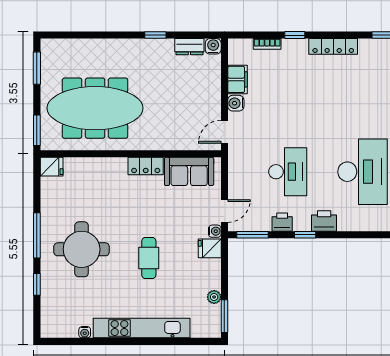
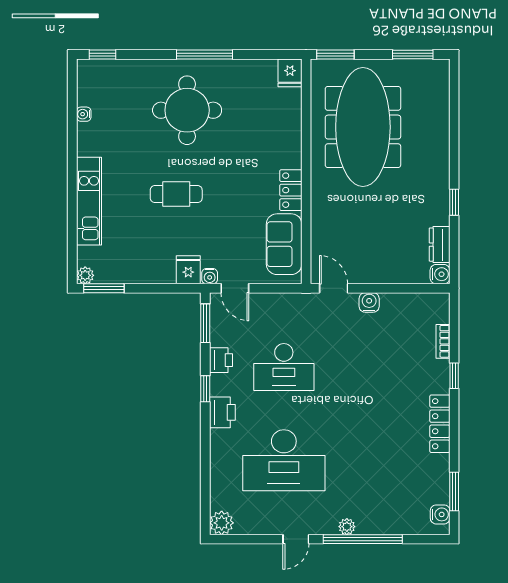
filing cabinet: (238, 79) -> (399, 304), removed
window: (37, 284) -> (103, 54), moved
plant: (214, 297) -> (85, 275), moved
kitchen unit: (142, 328) -> (89, 201), width x0.73

